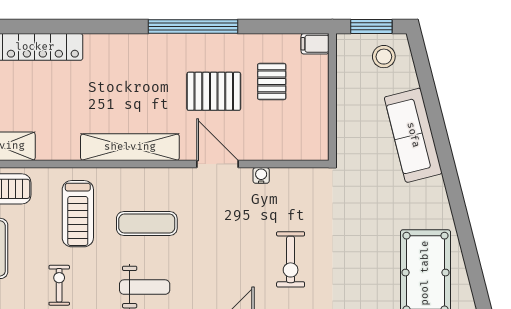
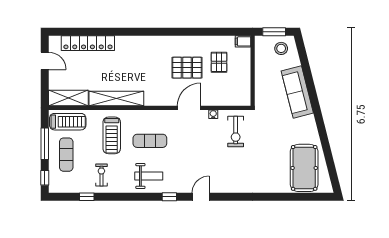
window: (193, 26) -> (175, 32), removed
shelving: (130, 147) -> (116, 99), moved
door: (217, 164) -> (189, 108), hinge flipped
exercise bike: (291, 259) -> (236, 132), moved

